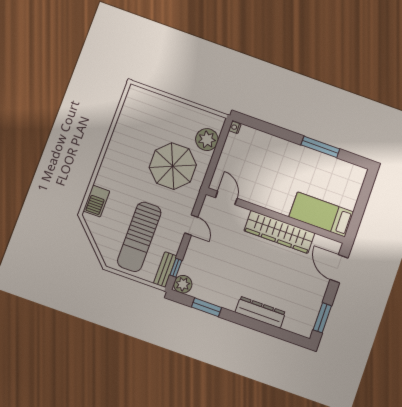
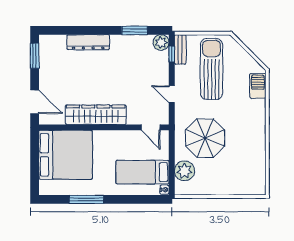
bed: (251, 154) -> (143, 172), added
bed: (321, 214) -> (66, 155), width x2.04

